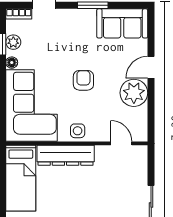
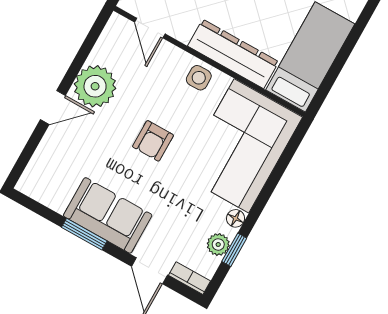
sofa: (122, 23) -> (108, 215), moved

